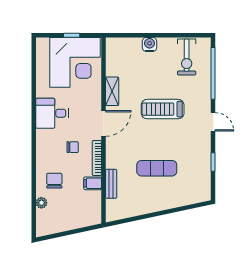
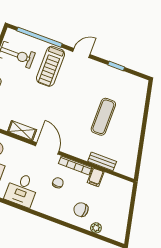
treadmill: (163, 109) -> (51, 66), moved

